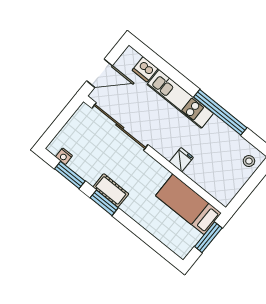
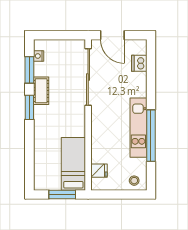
kitchen unit: (180, 99) -> (138, 128), moved
fridge: (181, 160) -> (99, 171), moved
cot: (111, 190) -> (41, 91), moved

